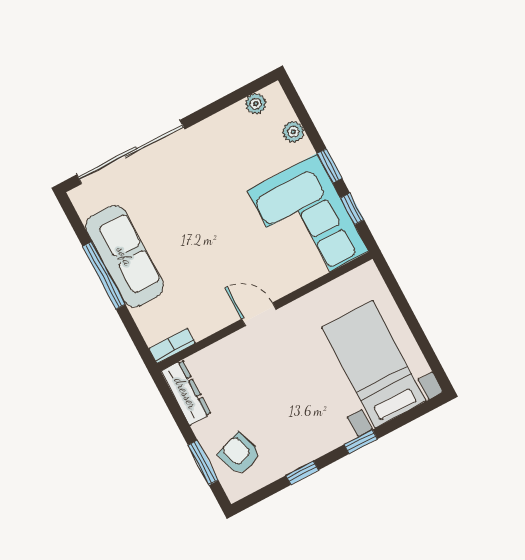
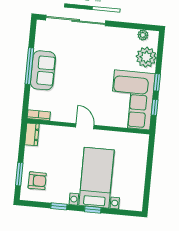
plant: (293, 132) -> (146, 57), width x1.88, depth x1.88
sofa: (125, 256) -> (43, 70), width x0.73
bed with nightstands: (374, 364) -> (96, 178), moved
dresser: (186, 393) -> (32, 134), width x0.70
armchair: (240, 454) -> (37, 181), turned 109

